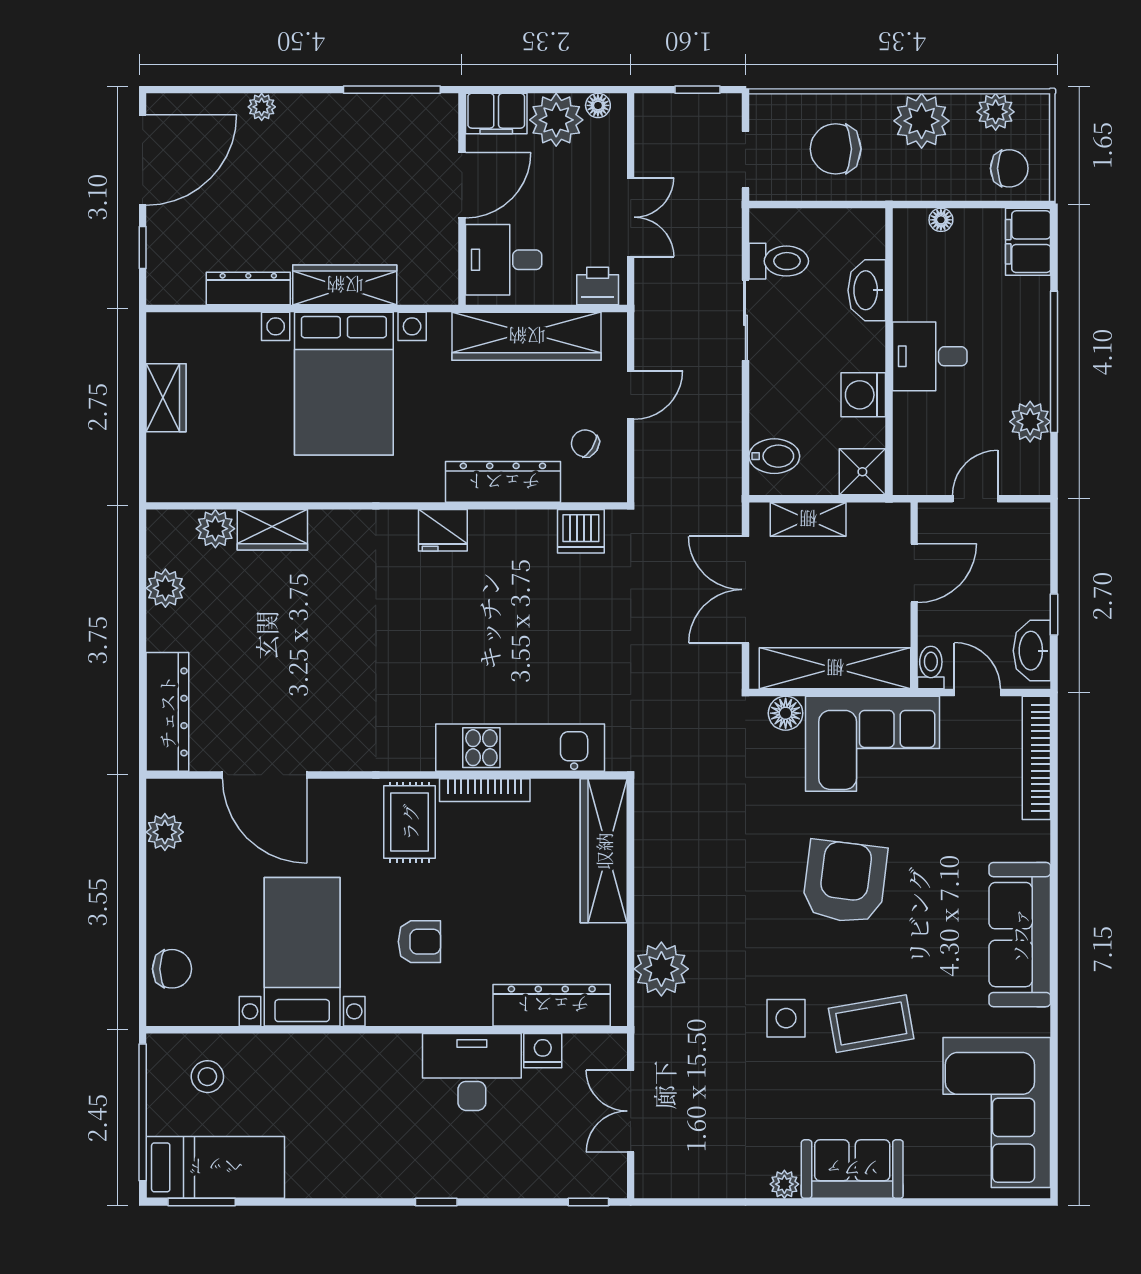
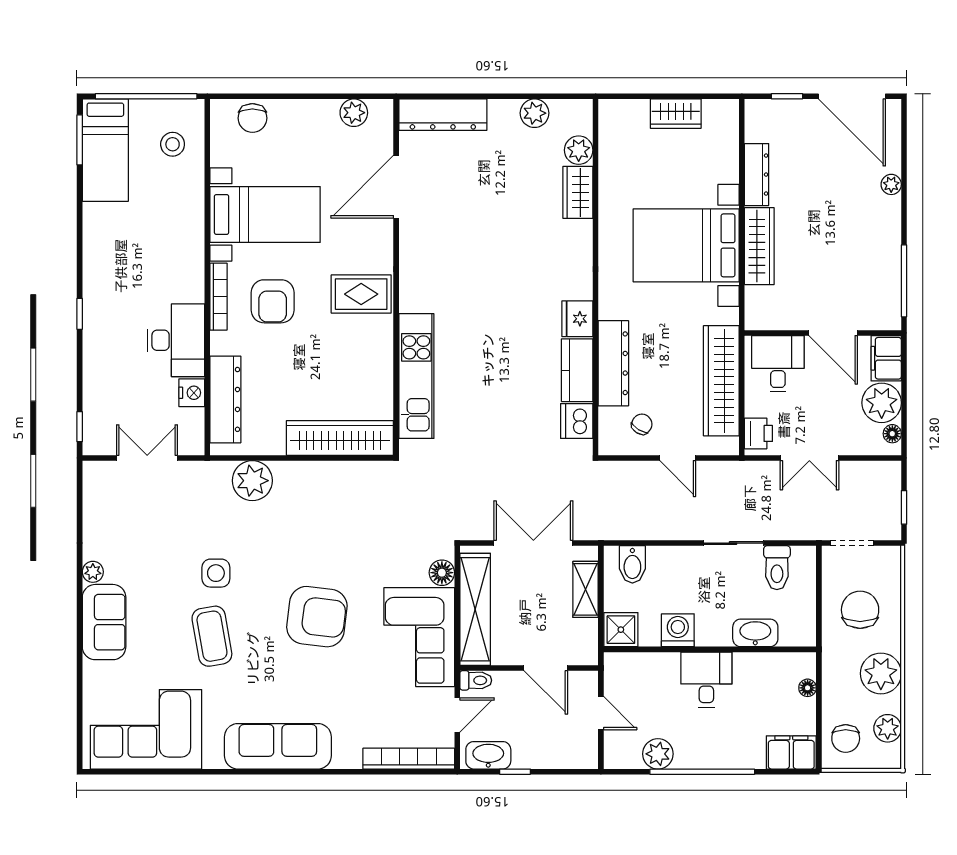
kitchen counter: (512, 531) -> (577, 370), added
bookcase: (485, 790) -> (219, 297), moved, turned 180
armchair: (419, 942) -> (273, 301), width x1.38, depth x1.38

